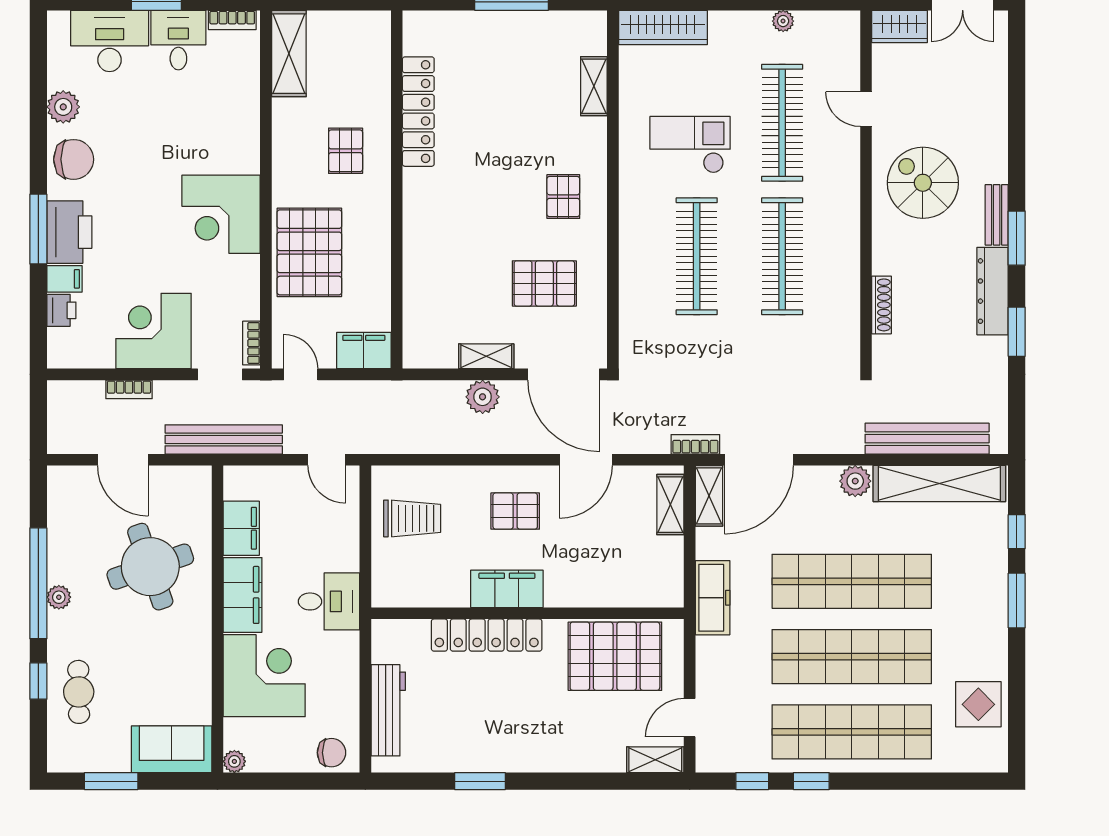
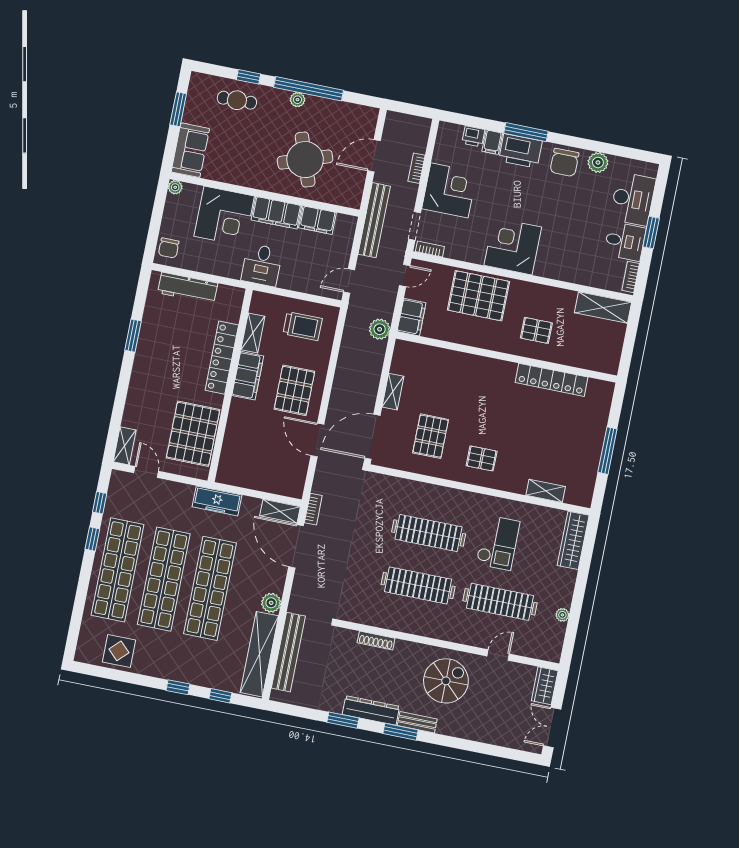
plant: (483, 397) -> (380, 329), moved
shelving: (670, 505) -> (253, 333), moved, turned 90
pallet: (515, 511) -> (294, 390), width x1.50, depth x1.42
trolley: (412, 518) -> (303, 326), turned -90
window: (1017, 600) -> (178, 687), width x0.67

